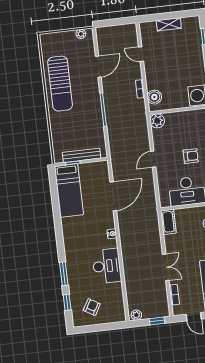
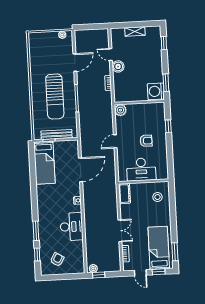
sun lounger: (60, 84) -> (55, 97), moved
boiler: (154, 97) -> (118, 66), moved
window: (157, 321) -> (99, 275), moved

